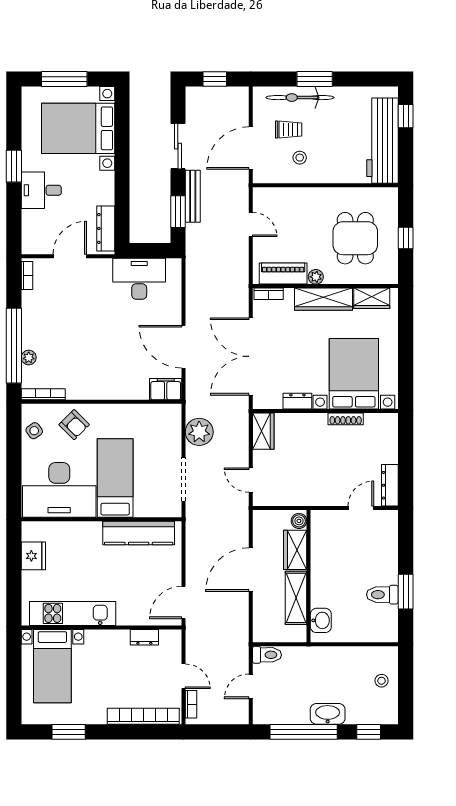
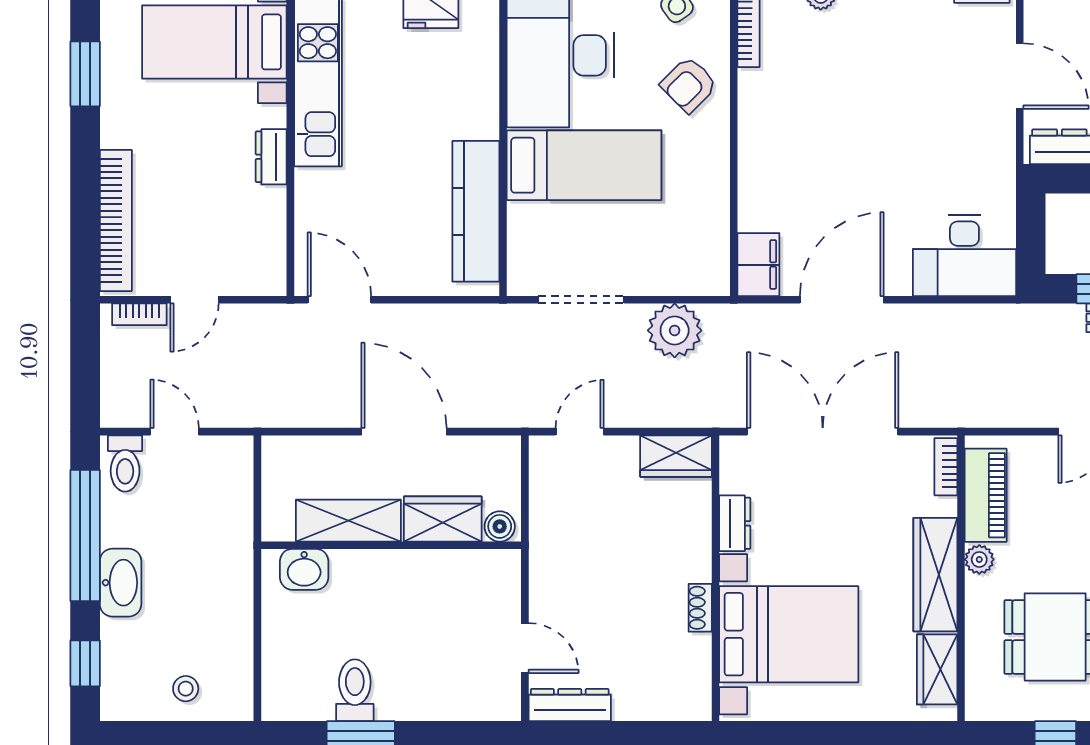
desk: (139, 279) -> (964, 255), moved, turned 90
shoe rack: (346, 419) -> (700, 608), width x0.70
dresser: (144, 637) -> (271, 157), moved
toilet: (267, 655) -> (125, 463), moved

